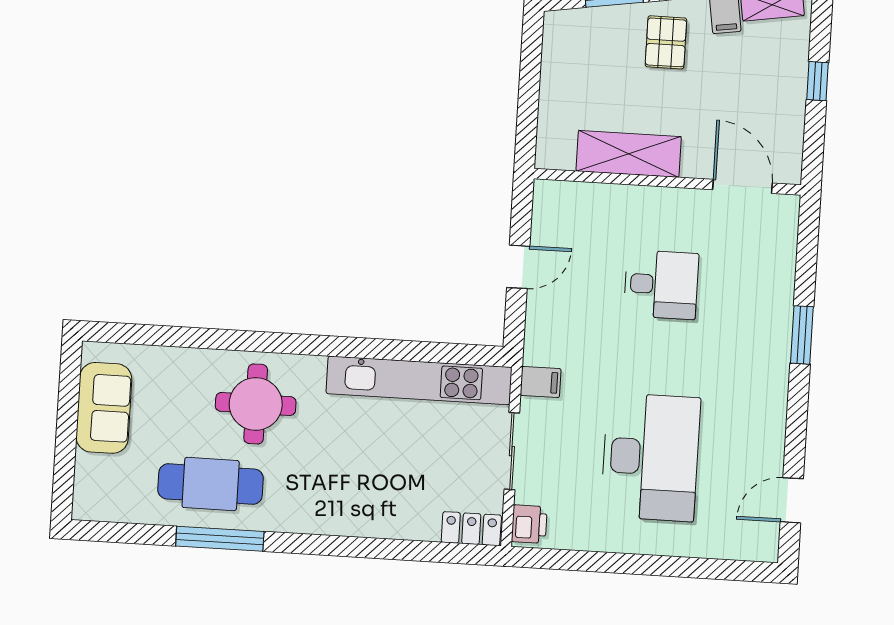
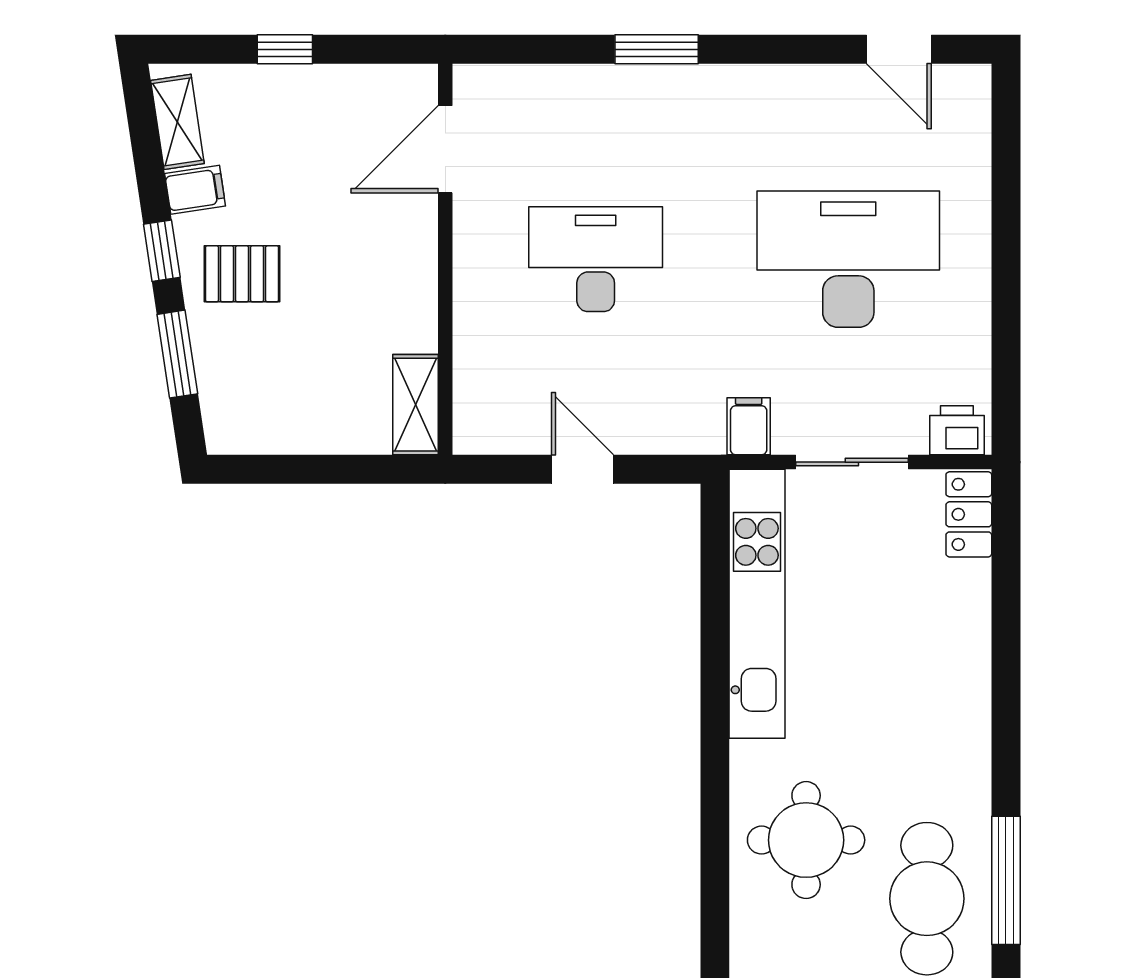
shelving: (629, 154) -> (415, 405), moved, width x0.67, depth x0.75
desk: (661, 285) -> (596, 259), width x1.37

